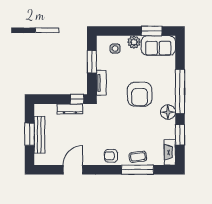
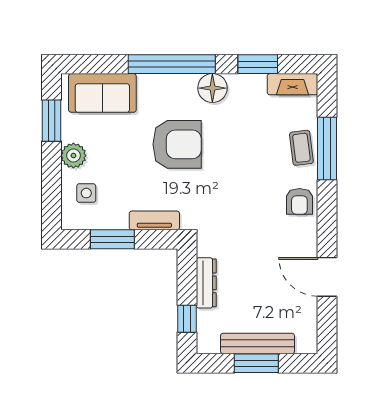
sofa: (158, 46) -> (102, 93), moved, turned 90
window: (77, 99) -> (187, 319), moved

